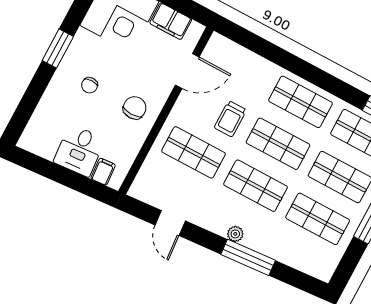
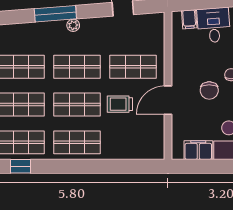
door: (187, 71) -> (168, 100), moved
chair: (135, 108) -> (209, 90), moved
trolley: (230, 119) -> (120, 104), turned -90

